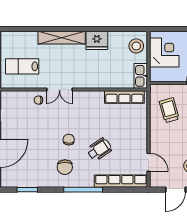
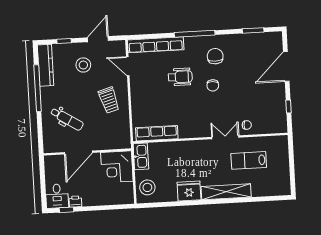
corner desk: (164, 53) -> (117, 167), moved
lab bench: (22, 66) -> (249, 160), moved, turned 180
trolley: (169, 110) -> (109, 100), moved
wheelchair: (99, 149) -> (180, 77), turned -146

